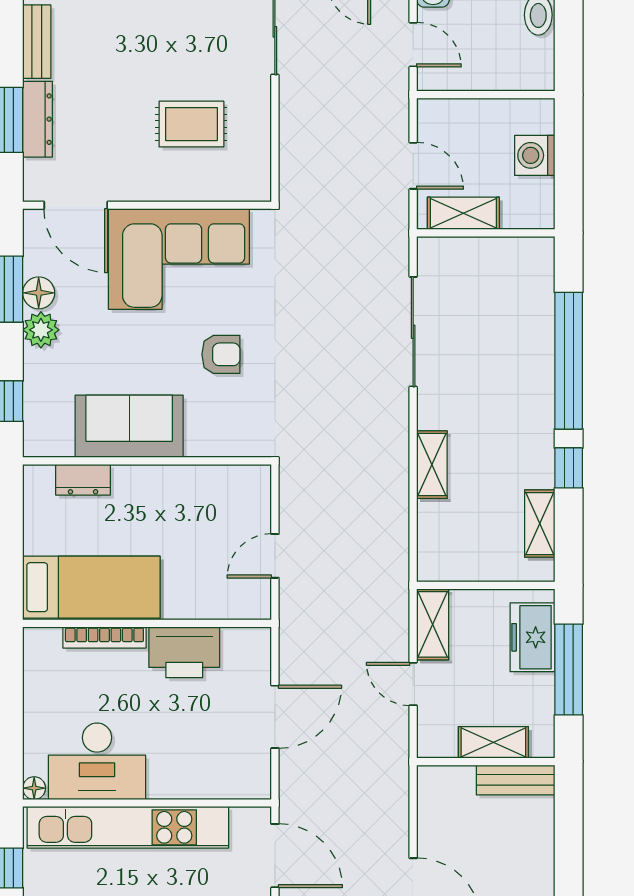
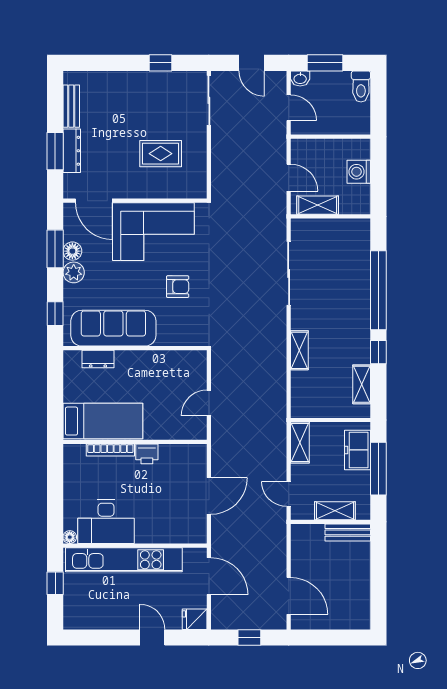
sofa: (129, 426) -> (113, 328), width x1.36
printer: (184, 652) -> (147, 454), width x0.53, depth x0.68
door: (413, 684) -> (289, 494), moved

